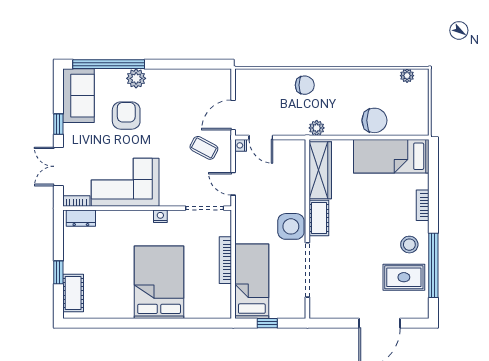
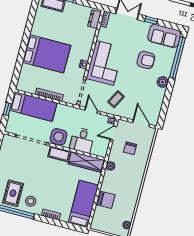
plant: (136, 78) -> (163, 82), moved
chair: (305, 85) -> (130, 148), moved
door: (233, 115) -> (141, 123), moved
chair: (374, 120) -> (106, 200), turned -90
corner sofa: (125, 182) -> (105, 63), moved
door: (233, 184) -> (91, 110), hinge flipped
desk: (286, 186) -> (82, 140), added

